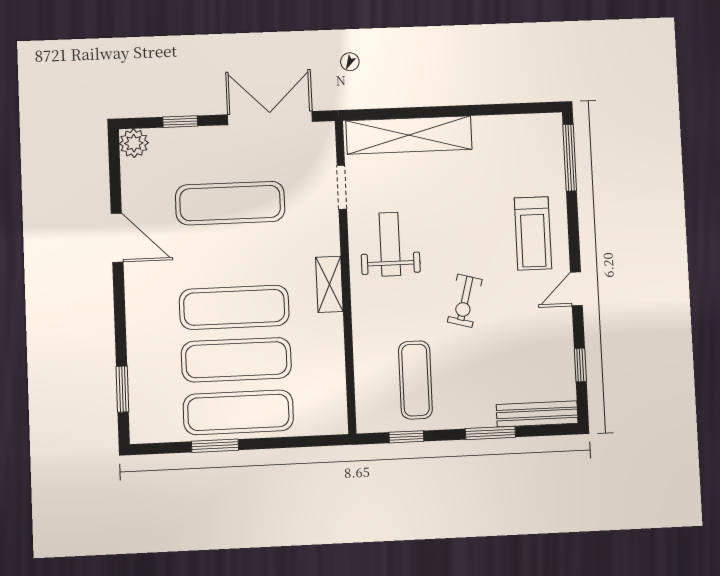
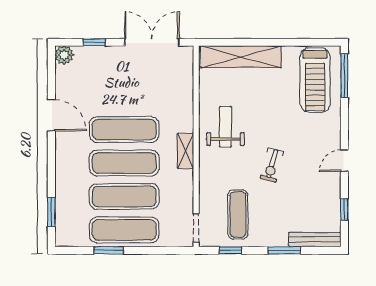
doorway: (342, 187) -> (196, 228), moved
exercise mat: (230, 203) -> (124, 130), moved
treadmill: (533, 233) -> (315, 80), moved, width x1.37, depth x1.38

